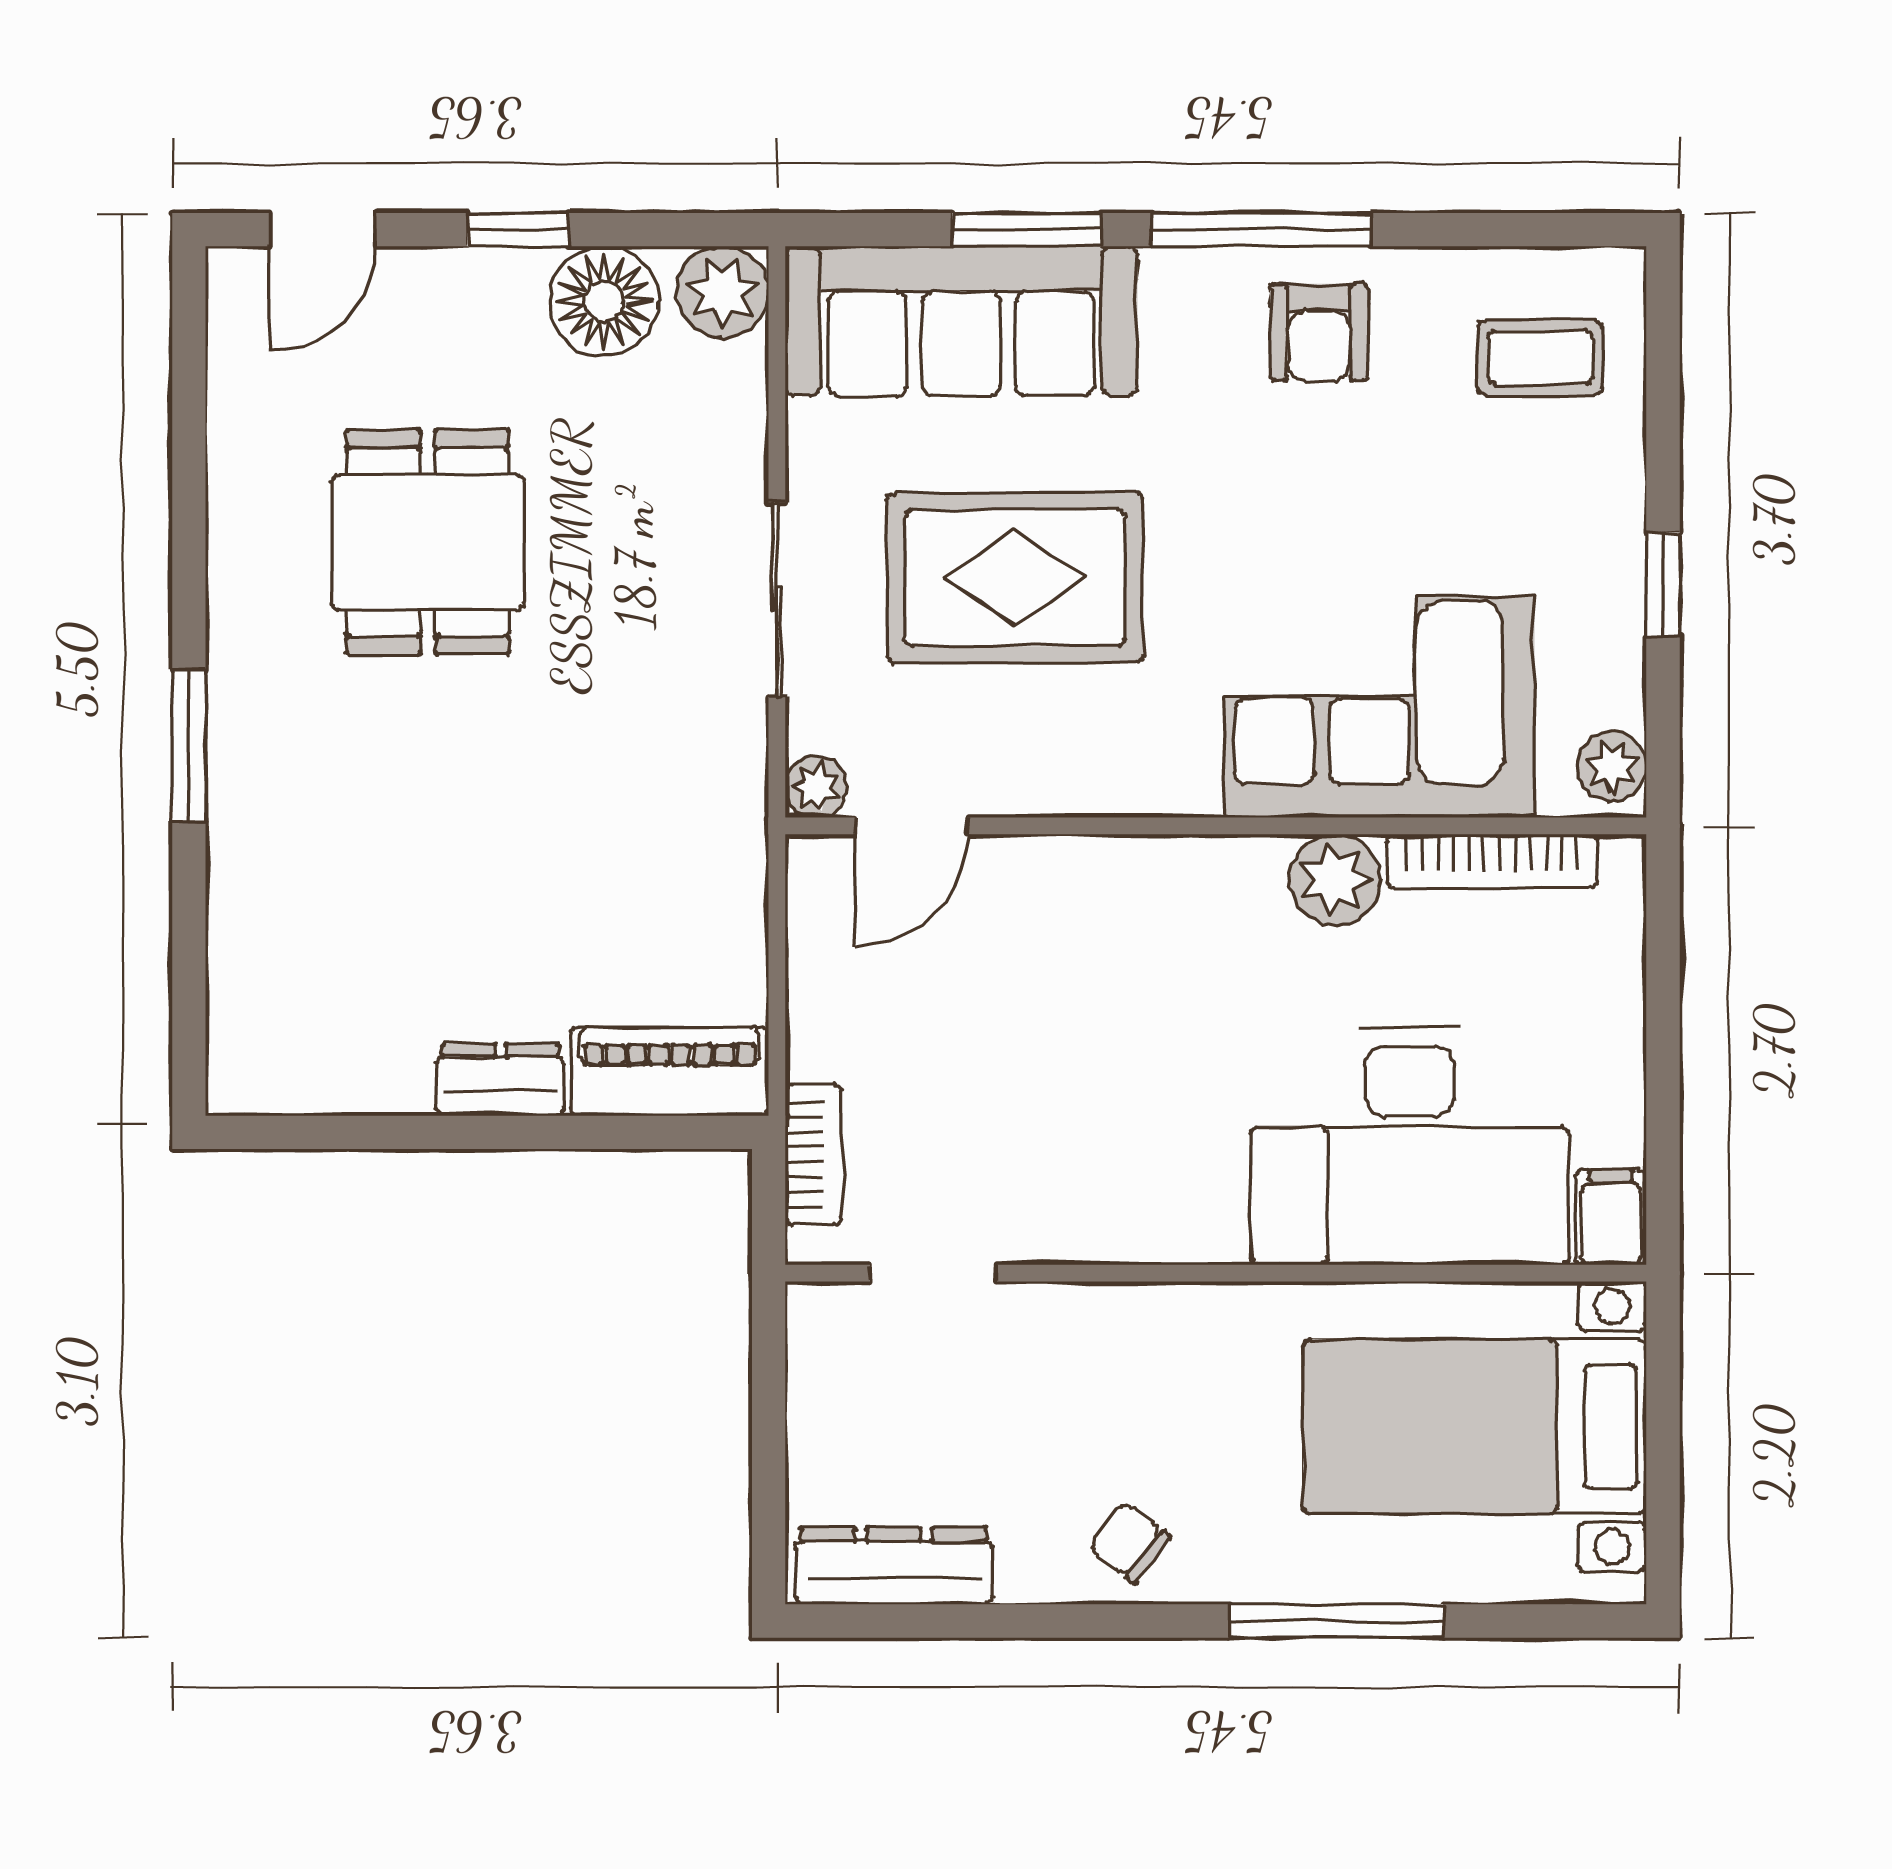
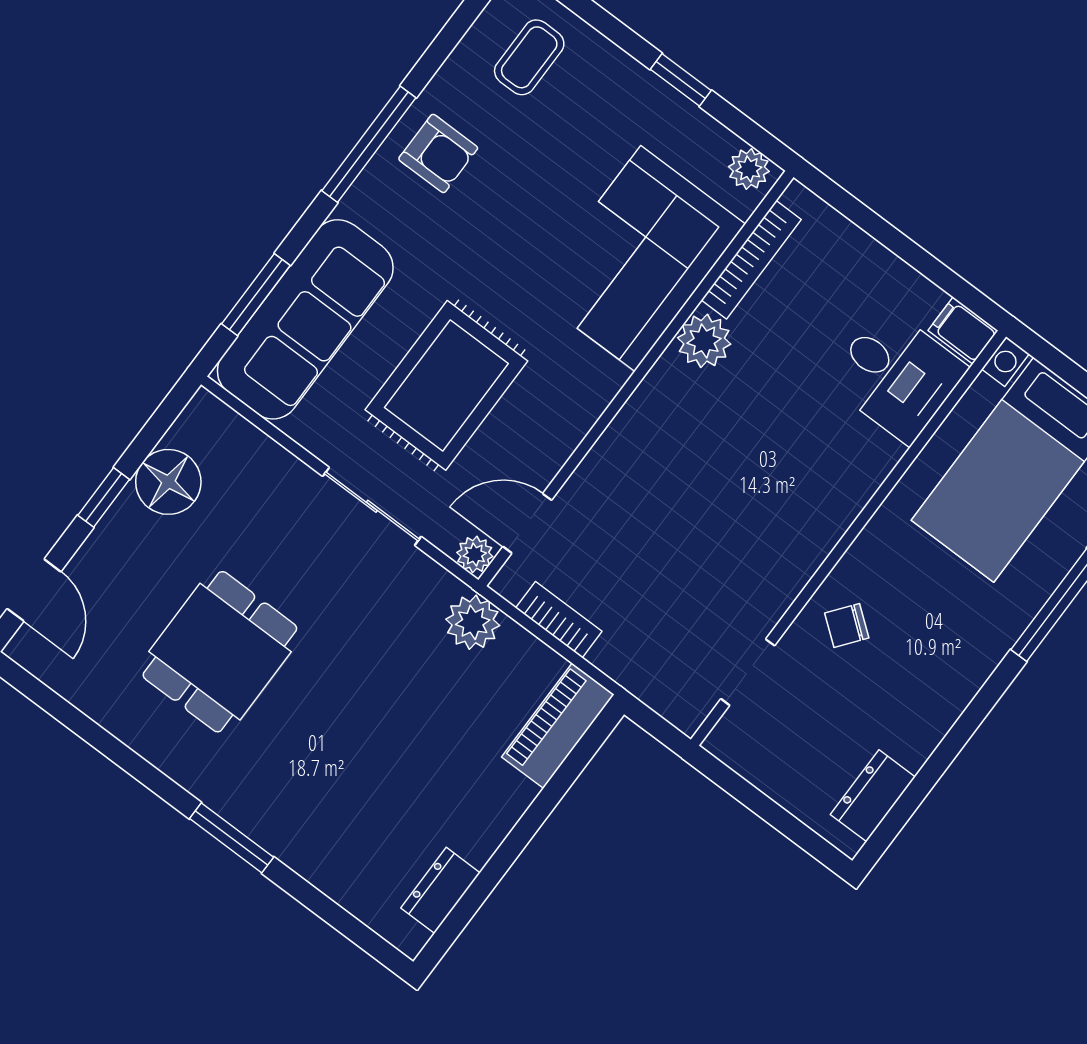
window: (1027, 230) -> (256, 295), moved
plant: (723, 292) -> (473, 622), moved
dining table: (428, 542) -> (220, 652), turned 90
door: (911, 826) -> (527, 523), swing flipped
dresser: (500, 1080) -> (440, 890), moved
desk: (1410, 1146) -> (897, 375), width x0.53, depth x0.77
bookcase: (813, 1155) -> (559, 620), moved
chair: (1130, 1542) -> (847, 625), moved
dresser: (894, 1566) -> (873, 796), width x0.70

